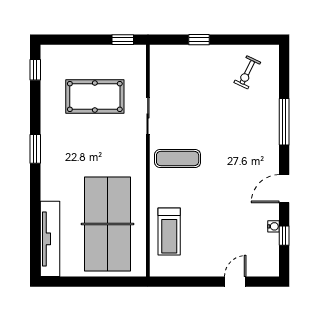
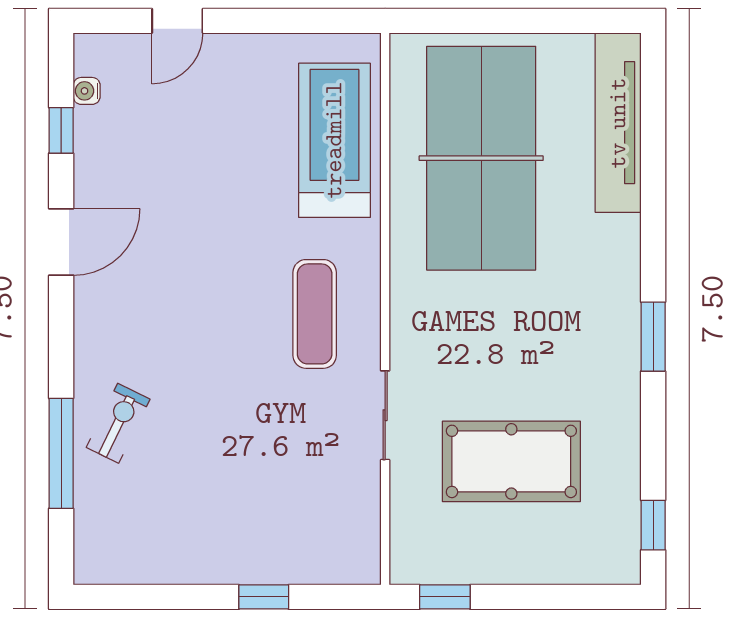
exercise bike: (247, 72) -> (118, 423), moved
window: (284, 122) -> (61, 453), moved
exercise mat: (178, 159) -> (315, 314), turned 90
water cooler: (273, 226) -> (87, 91), moved
treadmill: (169, 232) -> (334, 140), width x1.37, depth x1.38

